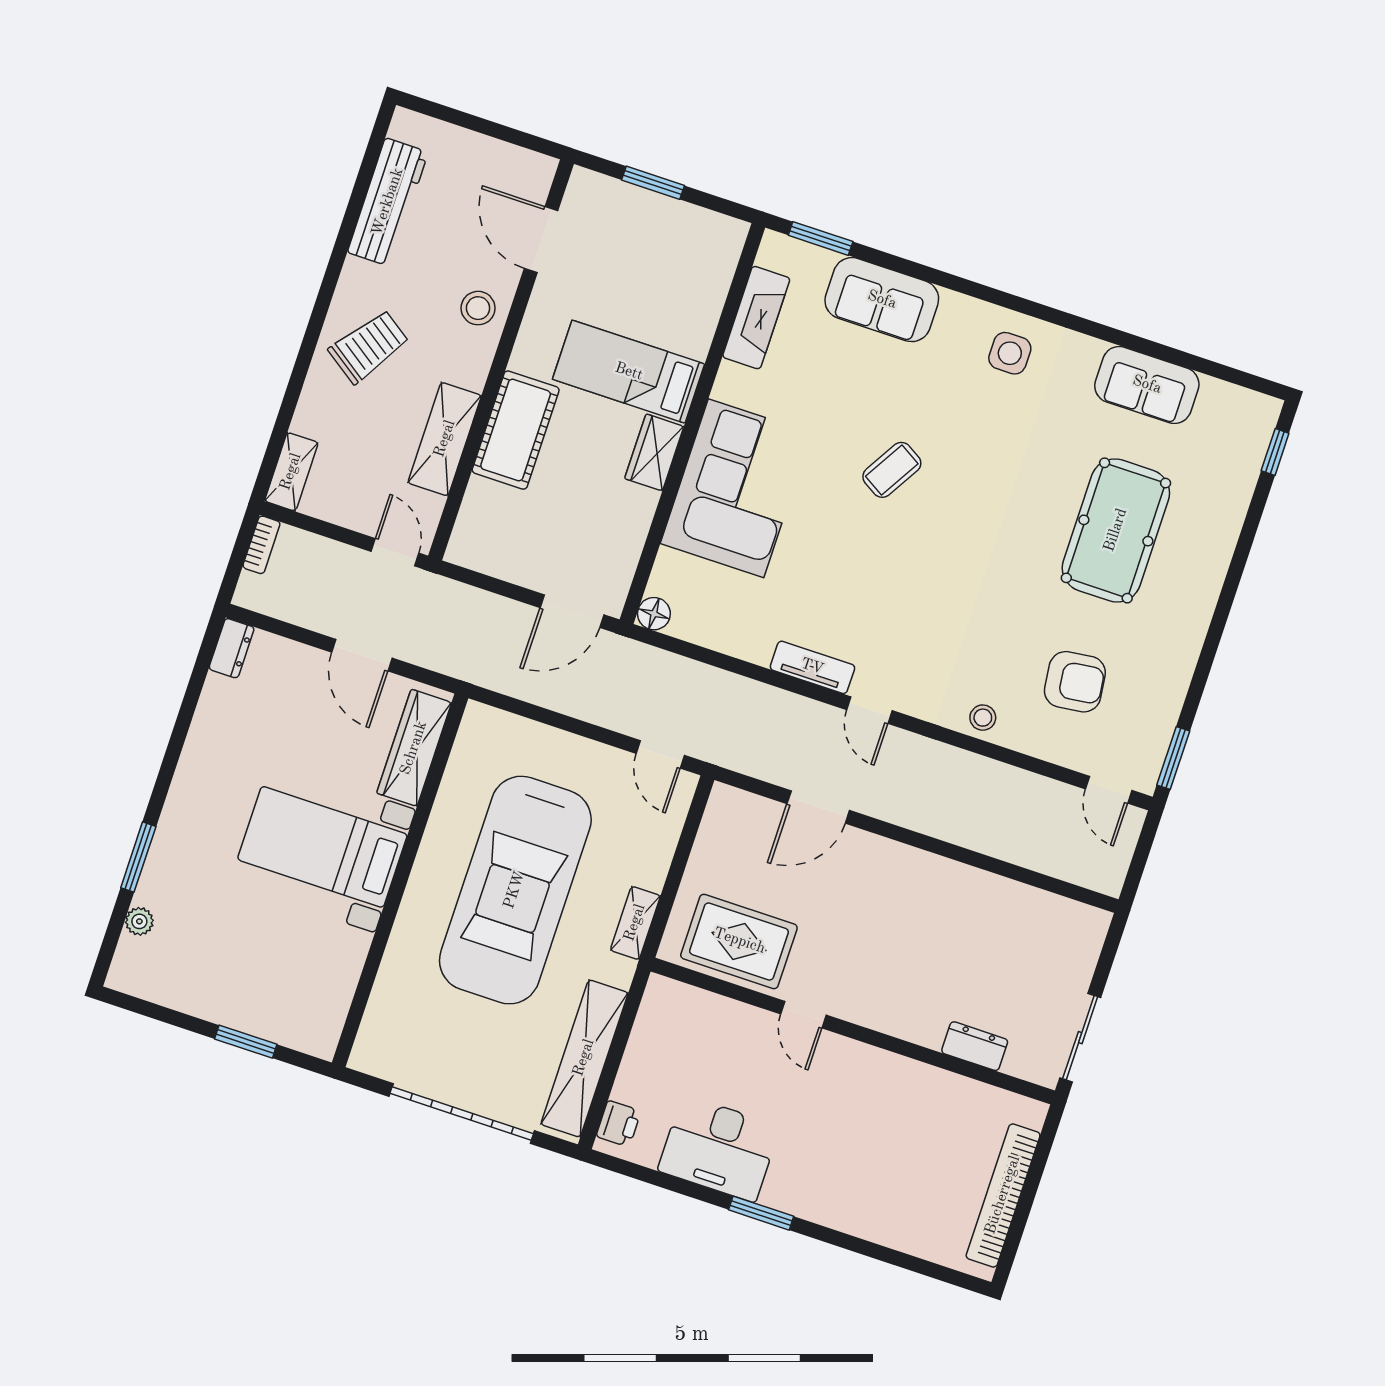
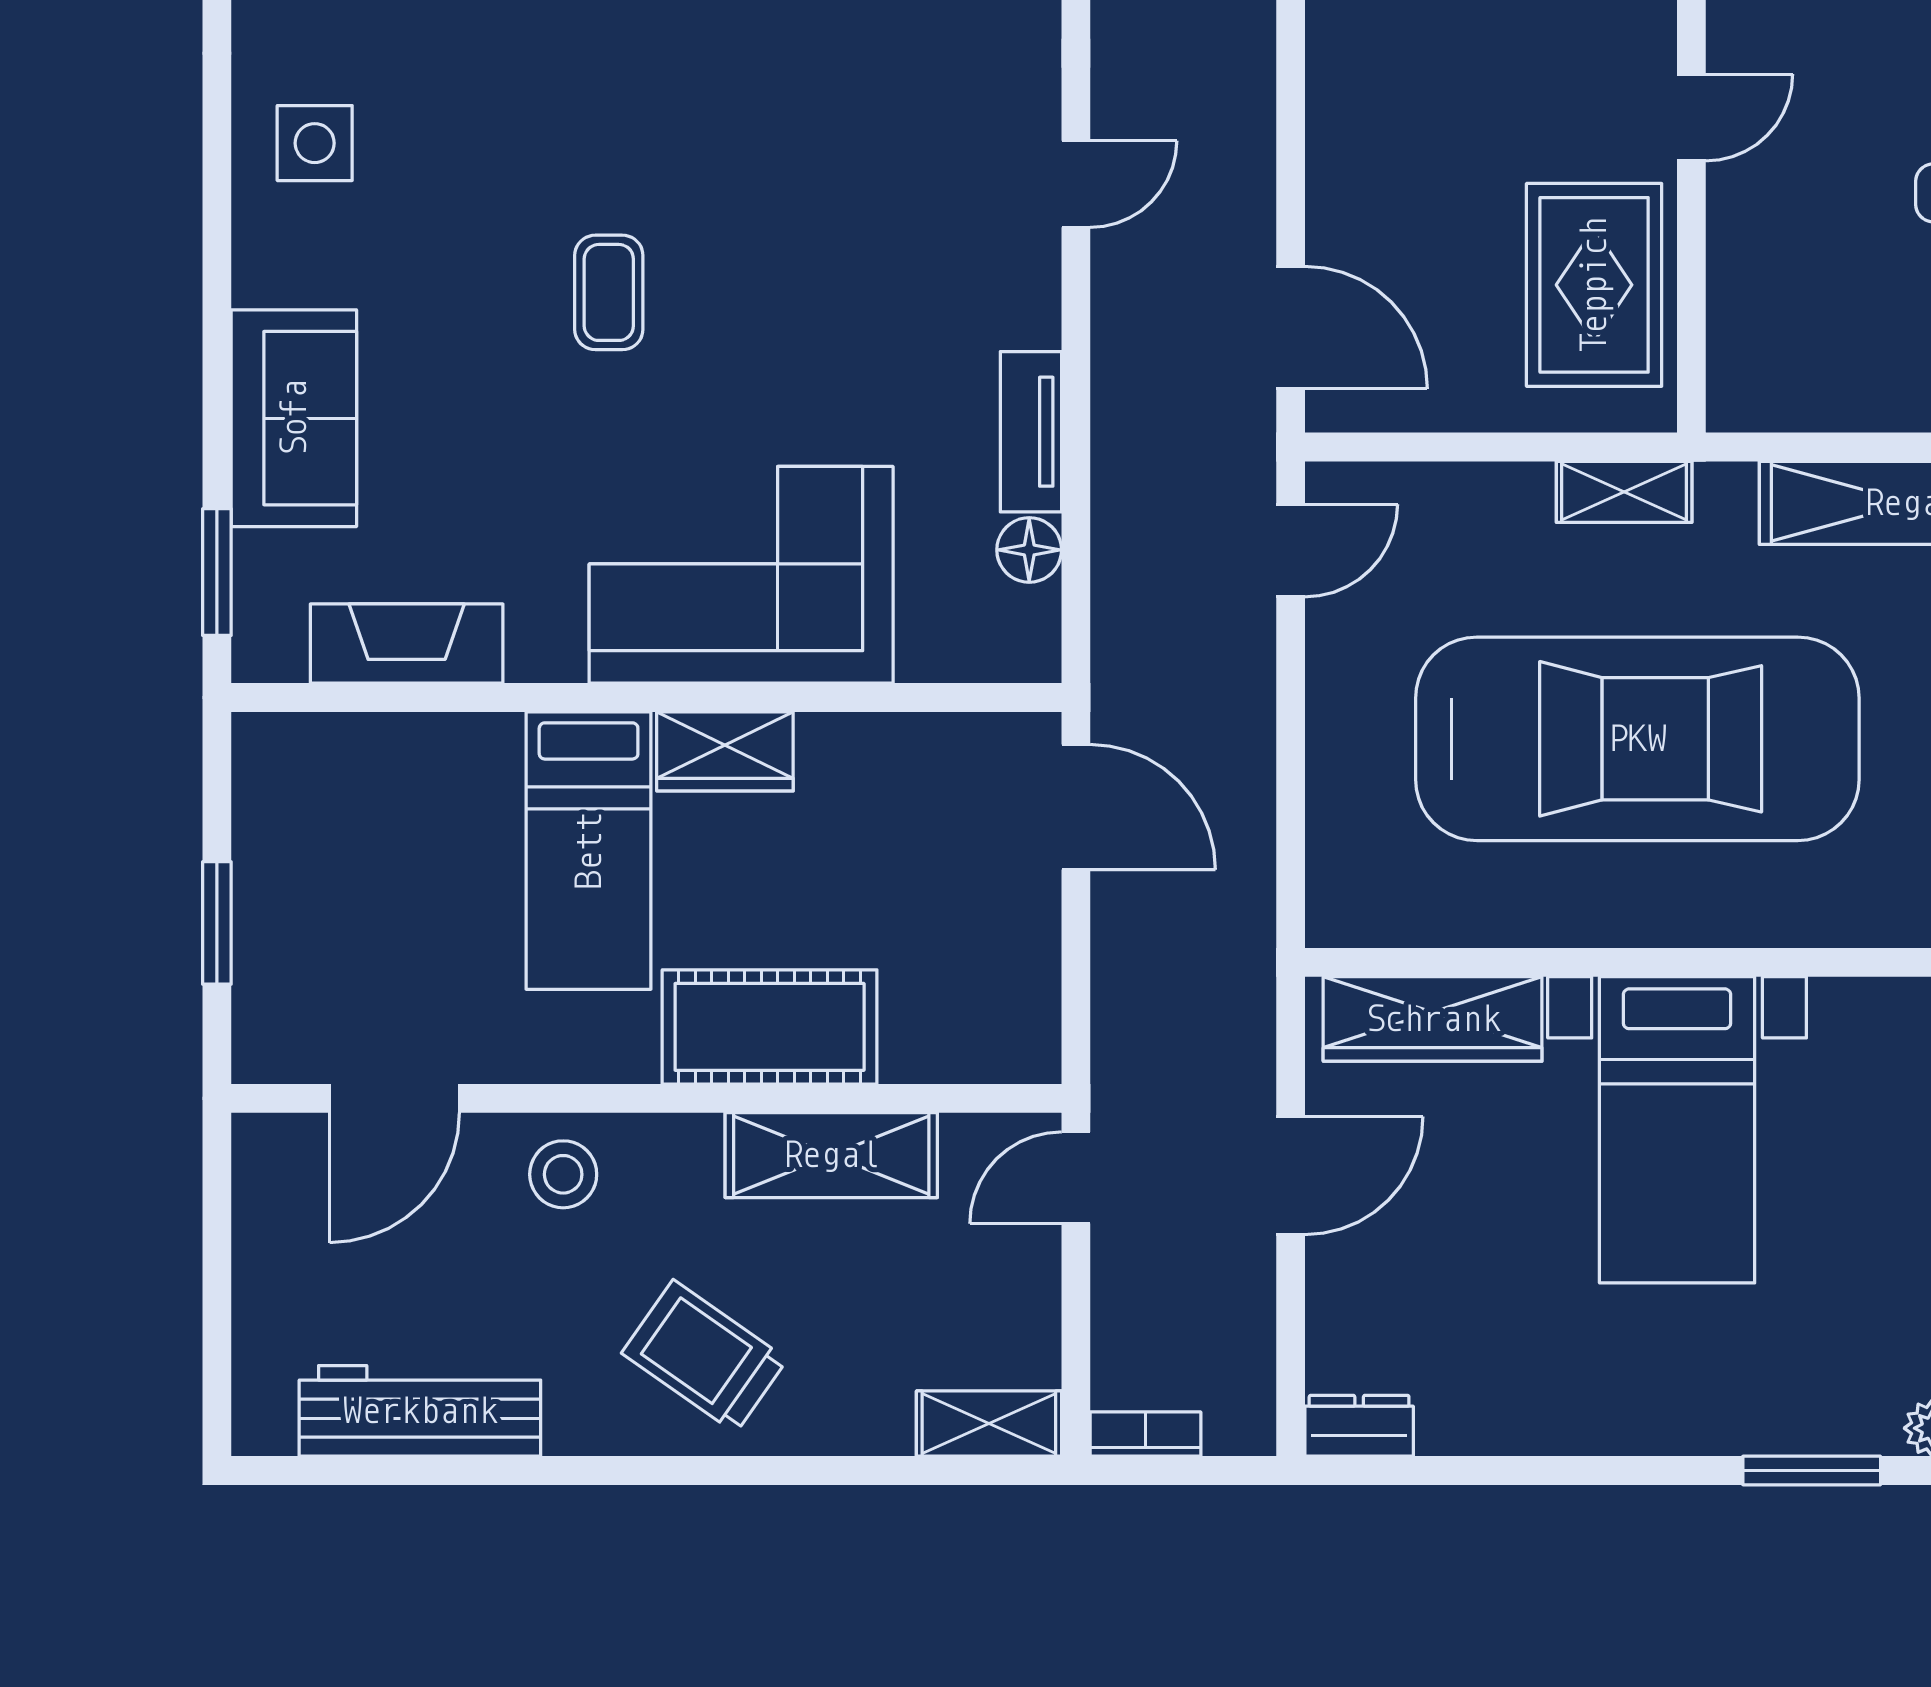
coffee table: (892, 470) -> (609, 292), turned 59
floor lamp: (654, 614) -> (1029, 550), moved
tv unit: (812, 667) -> (1031, 432), moved
door: (818, 807) -> (1291, 328), moved

